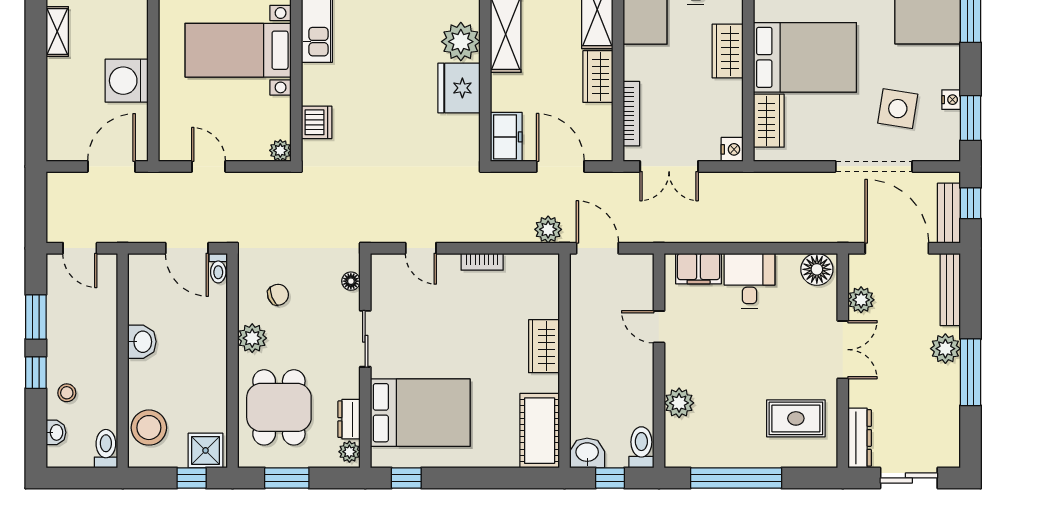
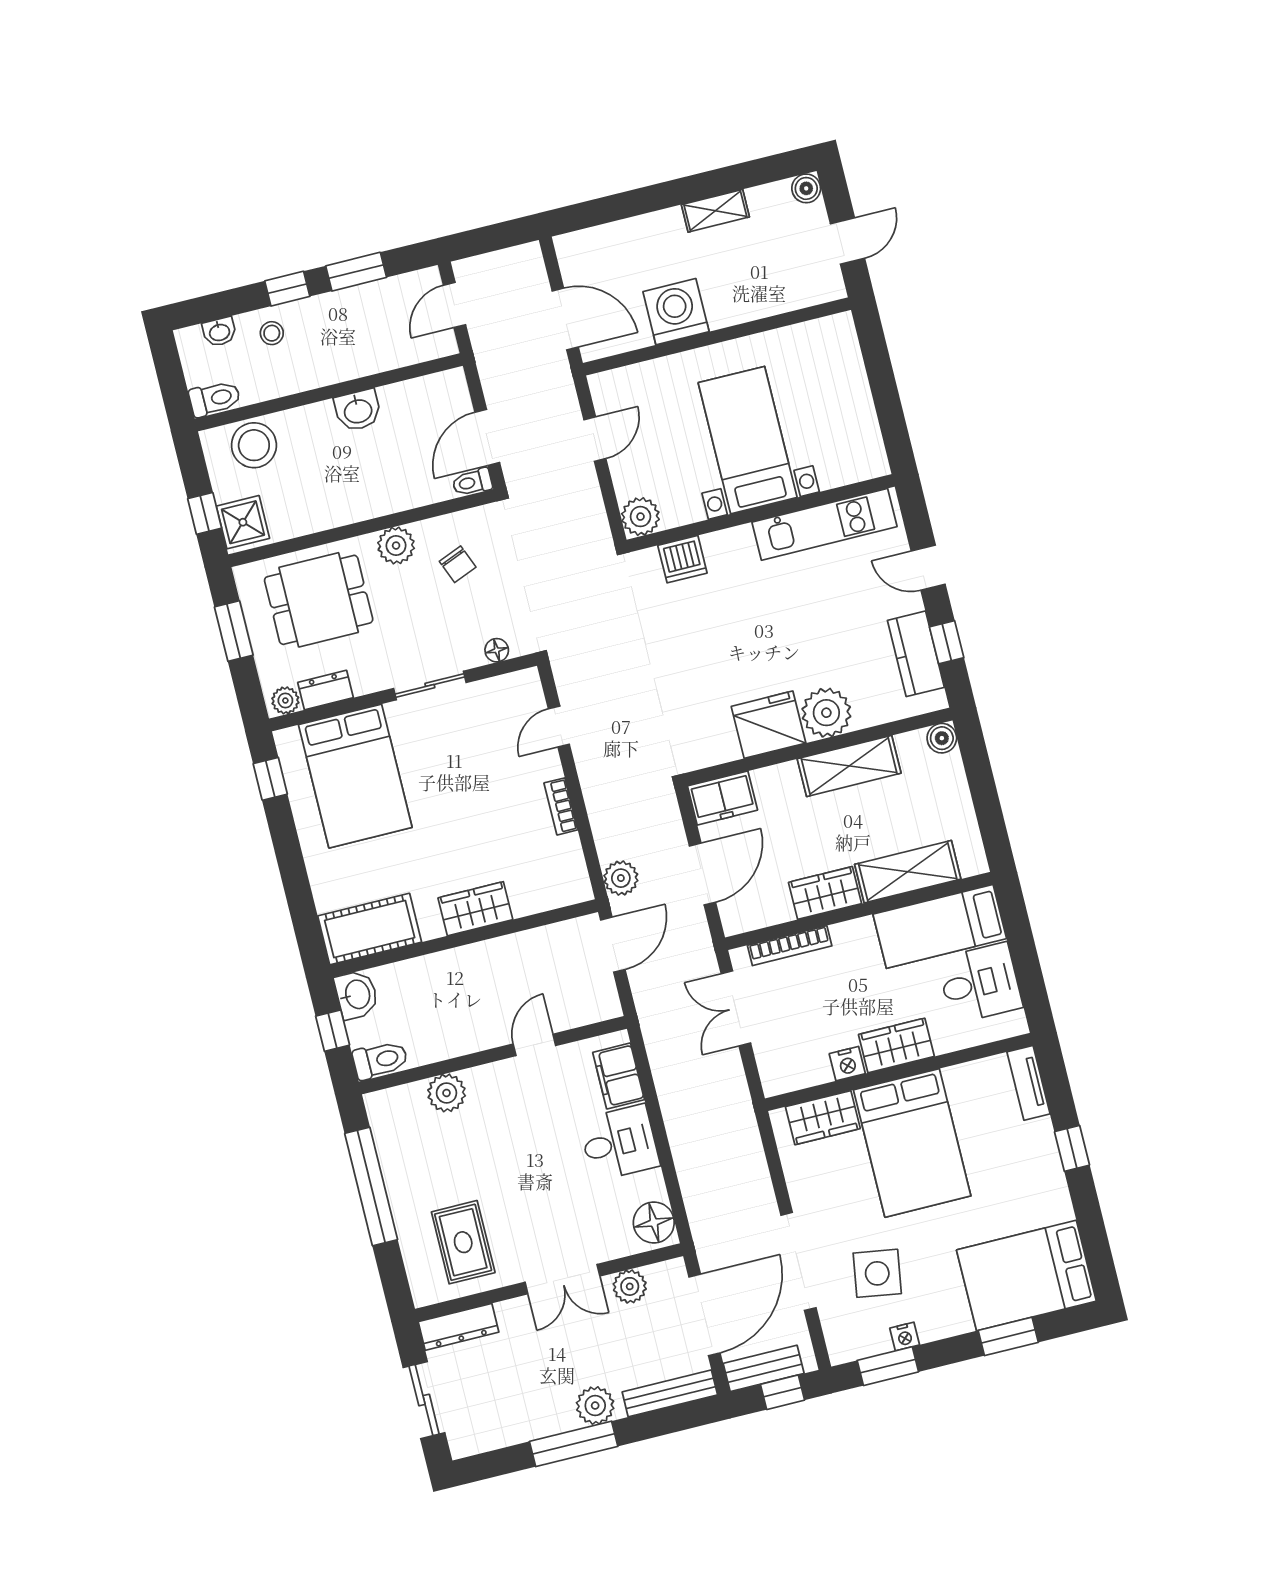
nightstand: (732, 149) -> (847, 1064), moved
plant: (280, 150) -> (640, 517), width x1.38, depth x1.38

